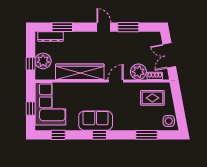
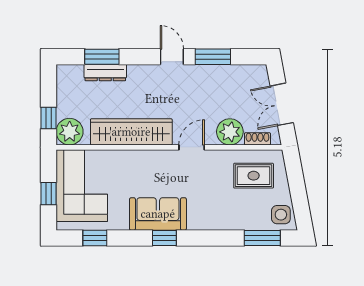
dresser: (51, 37) -> (105, 73), moved
plant: (43, 61) -> (70, 132), moved
window: (147, 135) -> (262, 238), moved

